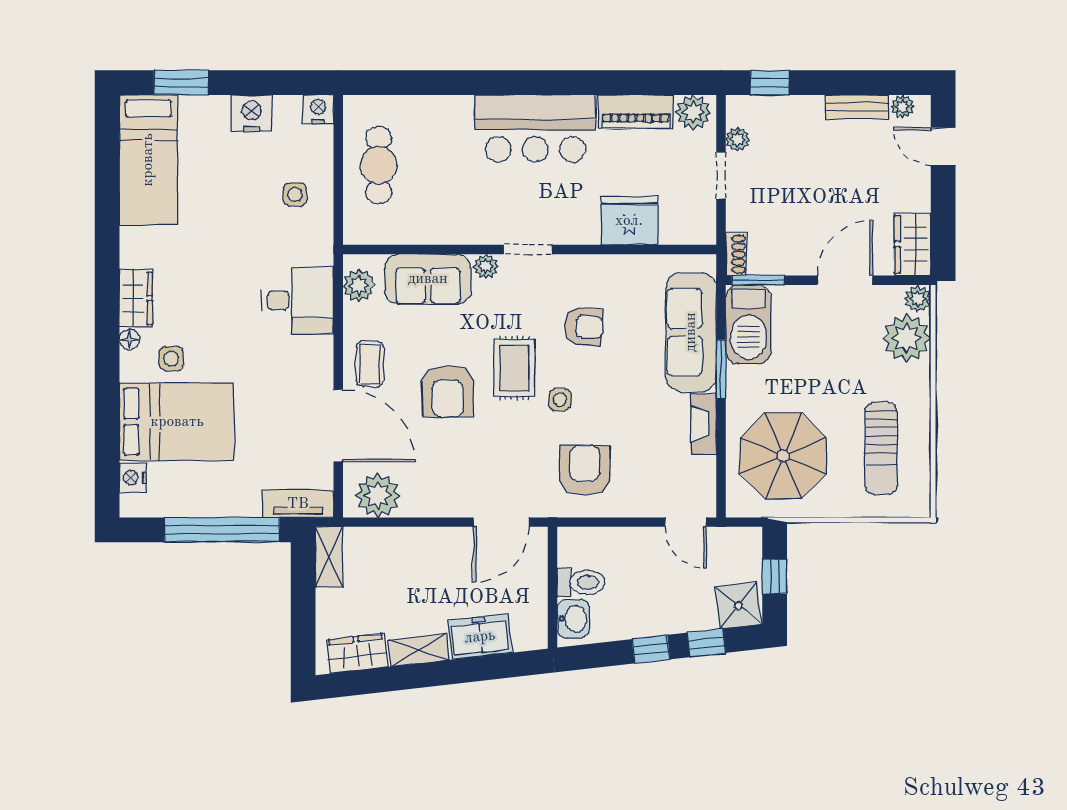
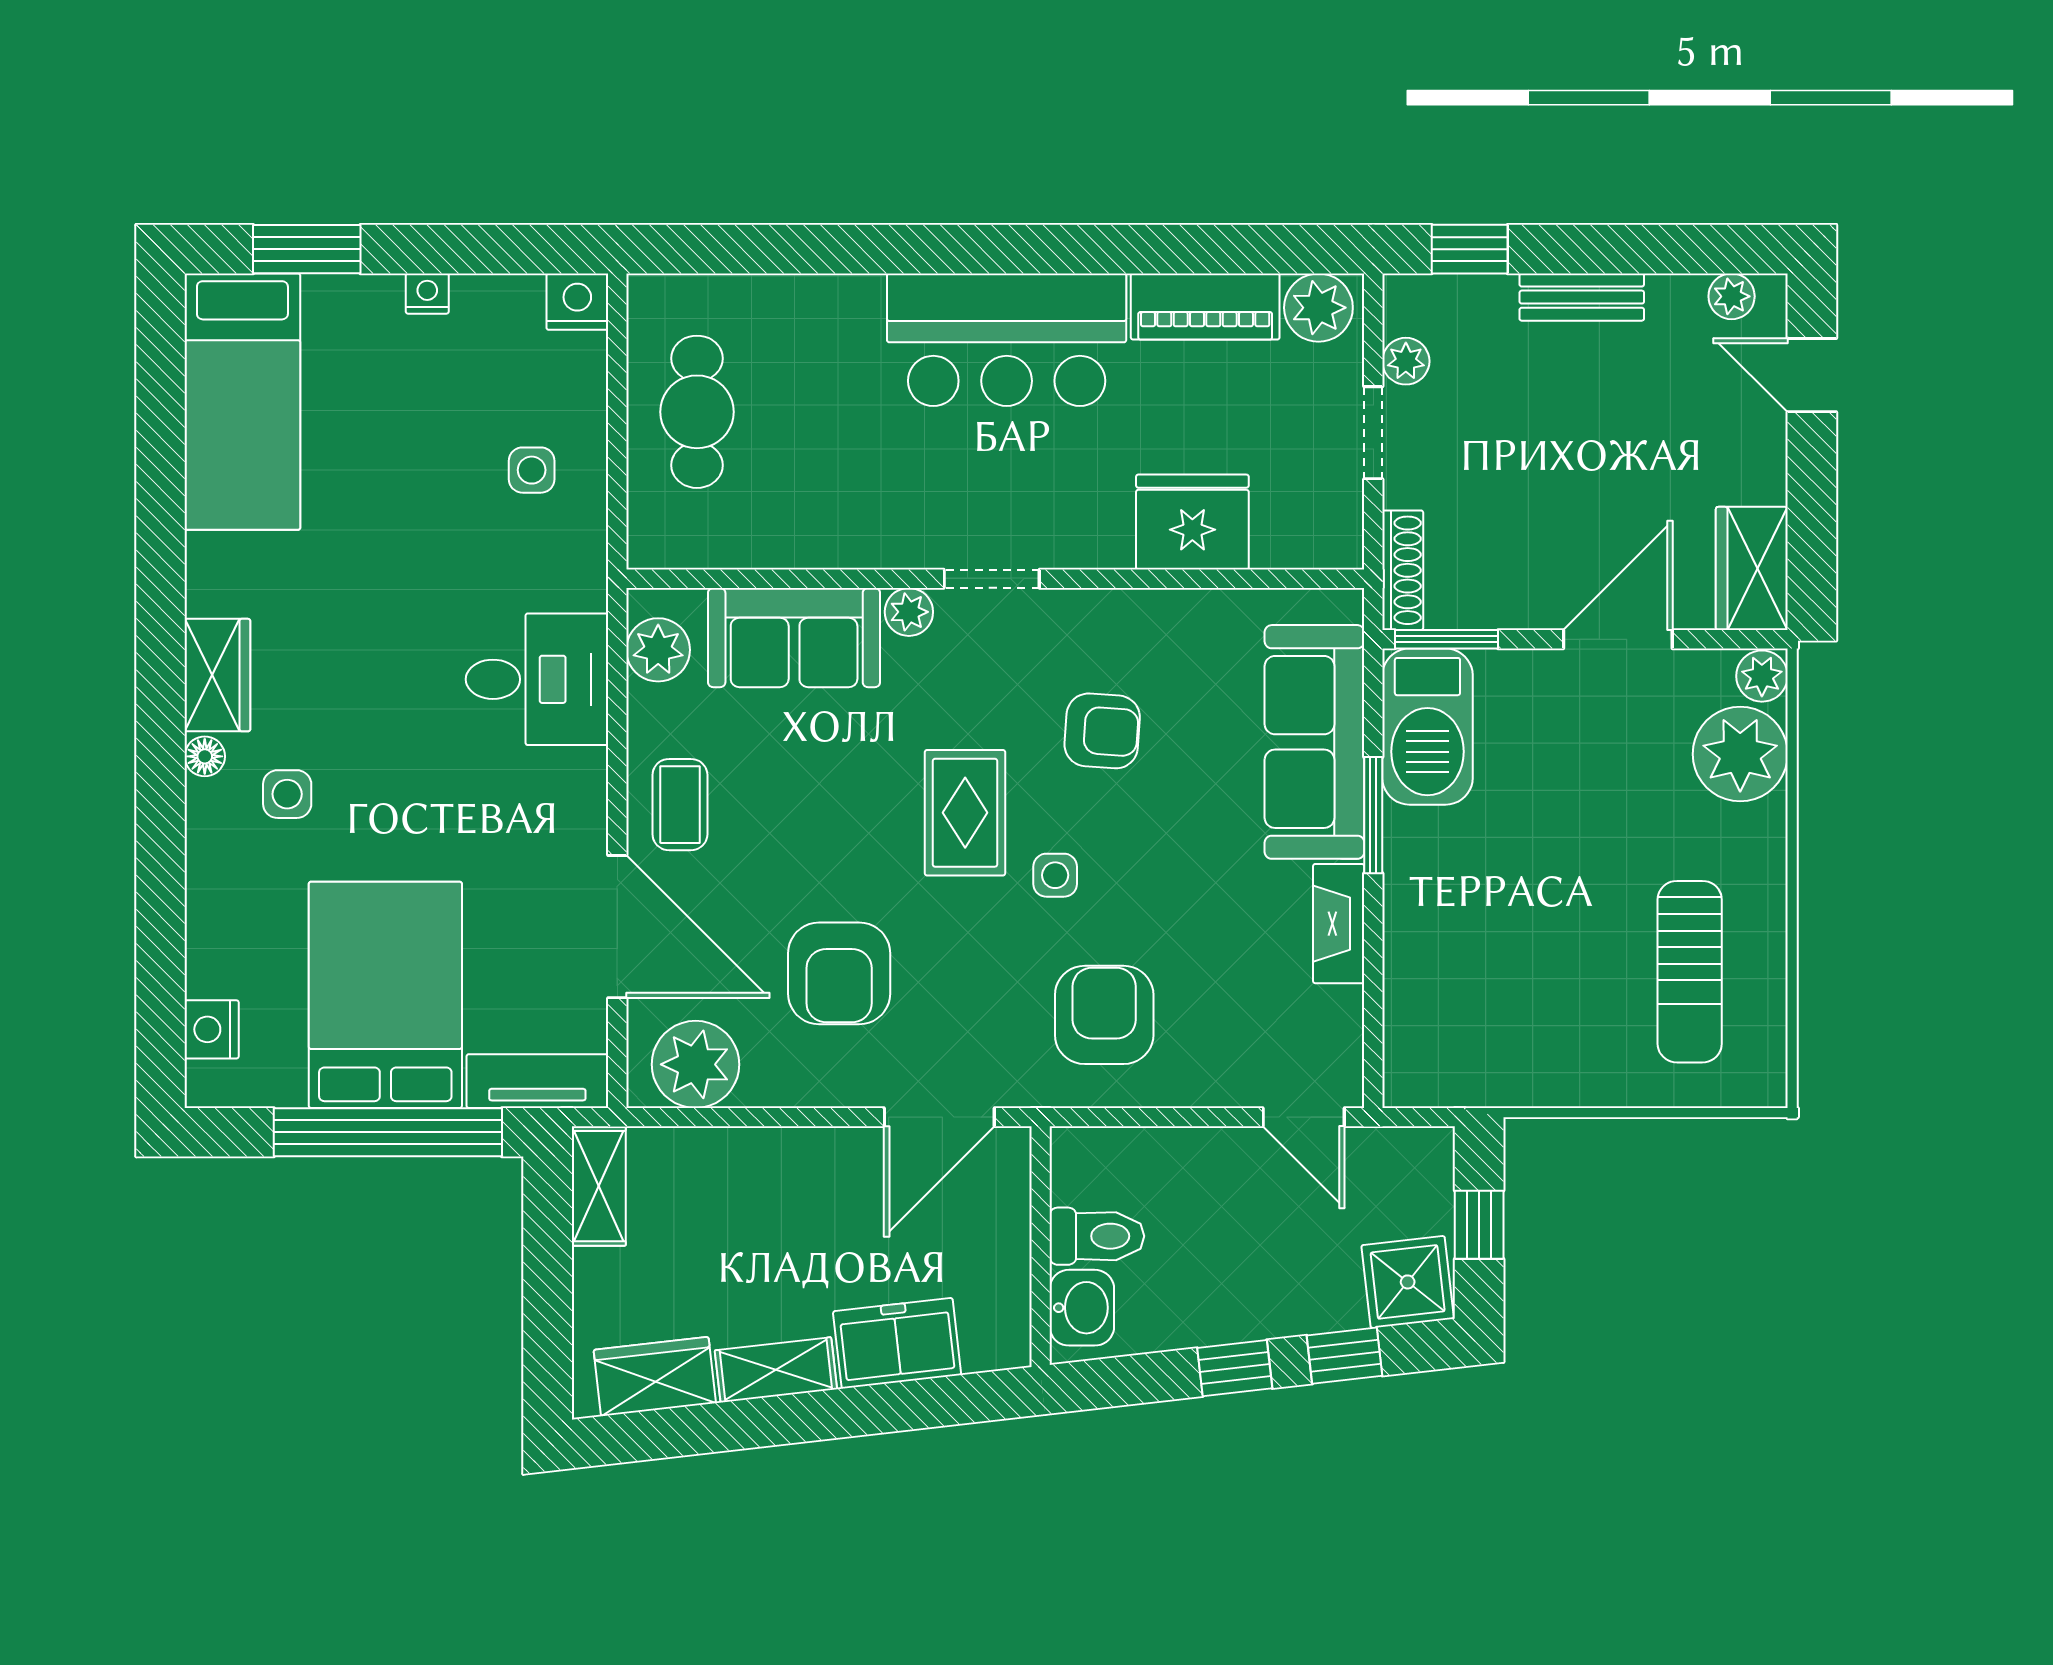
bench: (857, 107) -> (1582, 297), moved
nightstand: (252, 113) -> (427, 294), width x0.53, depth x0.56
shoe rack: (736, 254) -> (1403, 570), width x1.43
armchair: (448, 391) -> (839, 973), moved
bed: (177, 422) -> (385, 995), moved, turned -90
parasol: (783, 456) -> (1496, 986), removed

